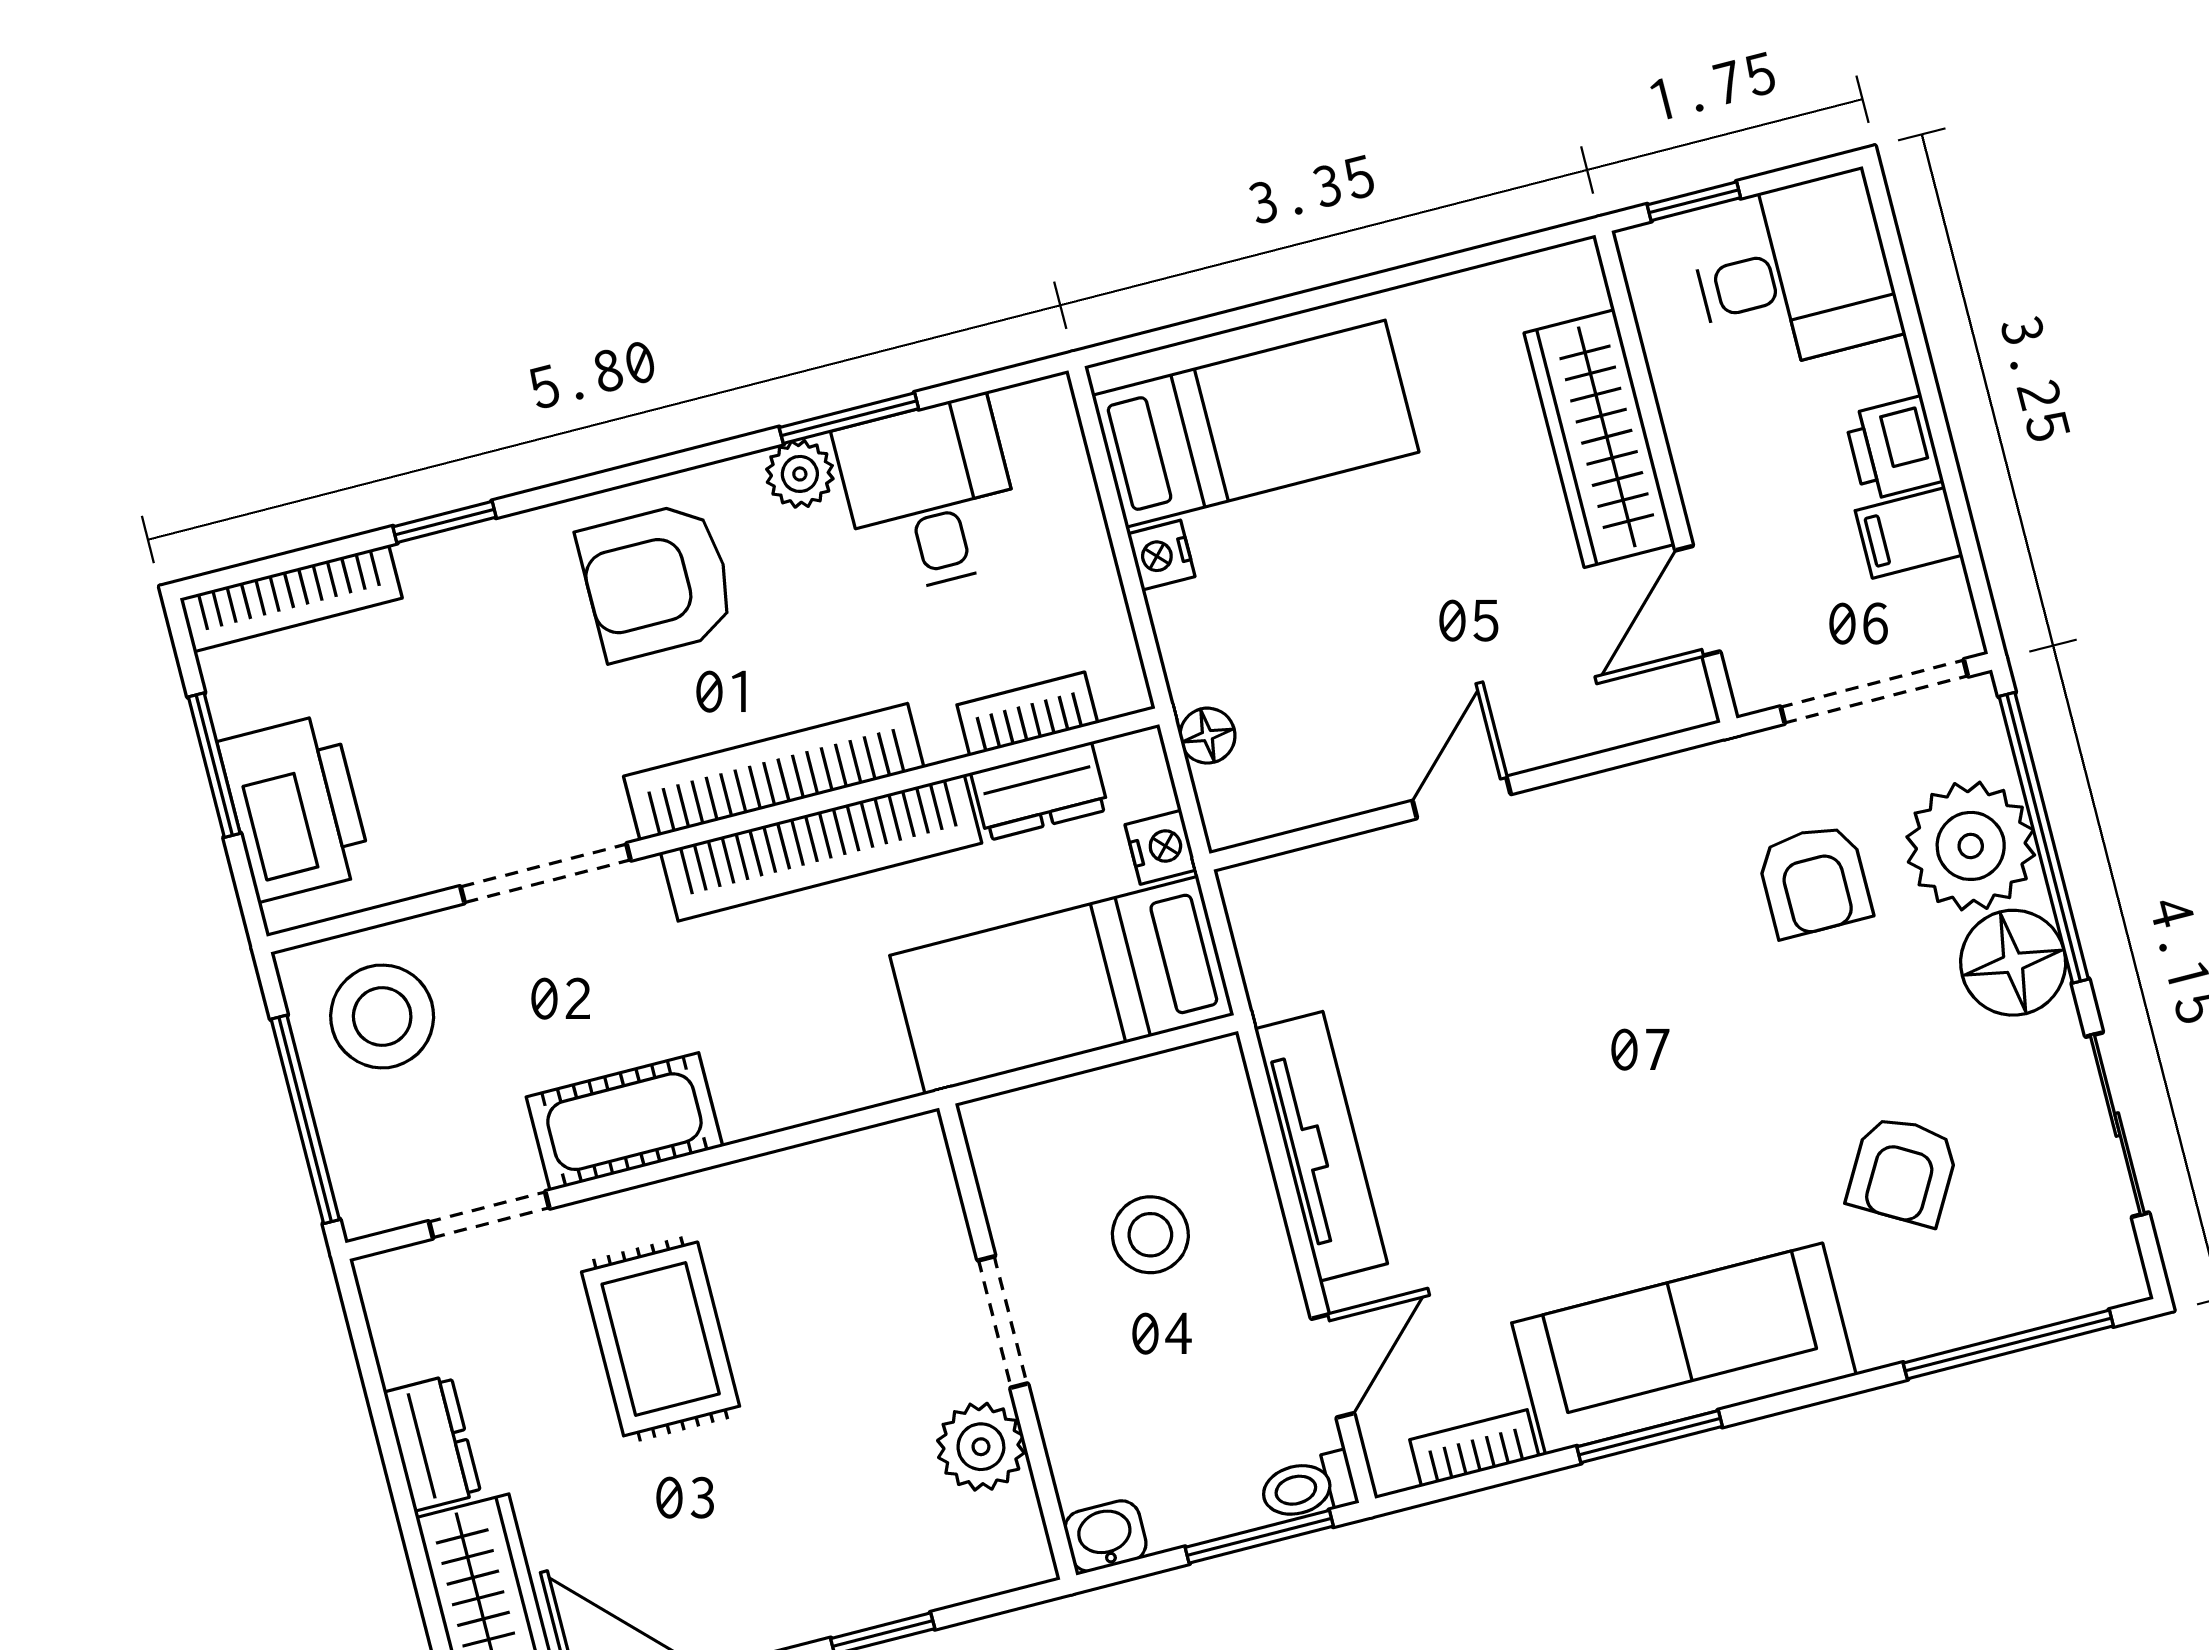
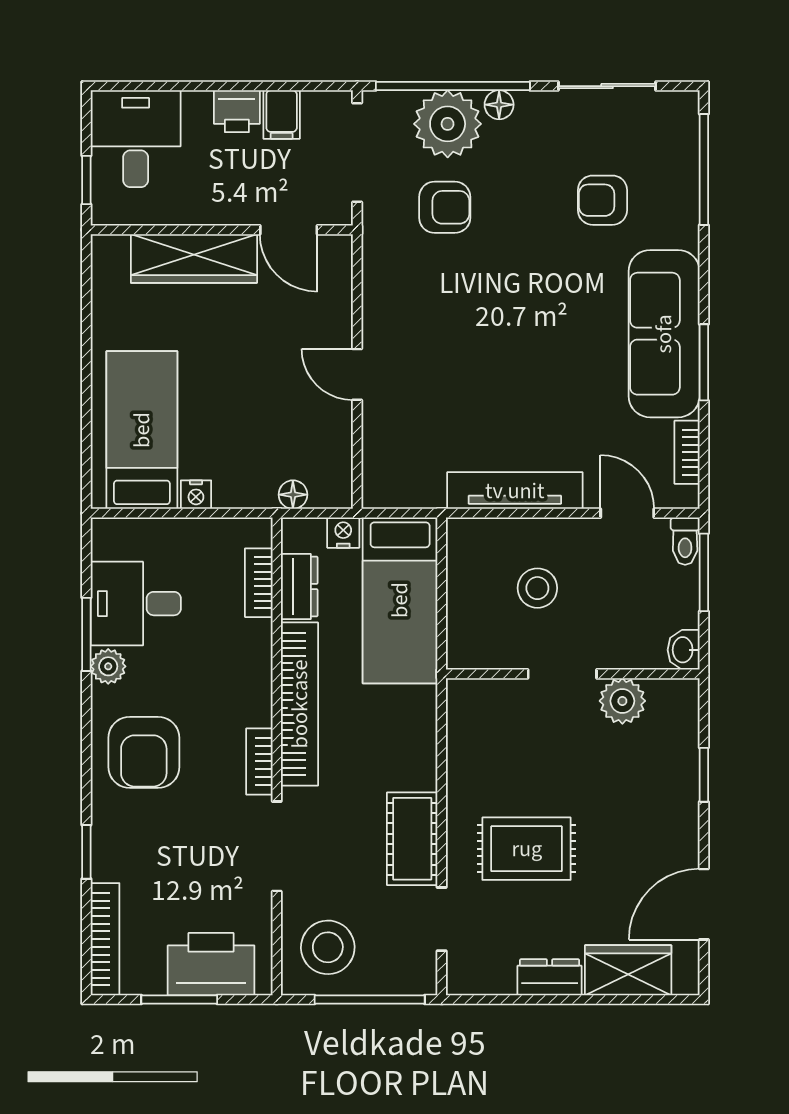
bookcase: (774, 772) -> (259, 761), width x0.43, depth x0.76
floor lamp: (2013, 963) -> (499, 105), width x0.53, depth x0.53
armchair: (1903, 1171) -> (602, 200), turned 150

